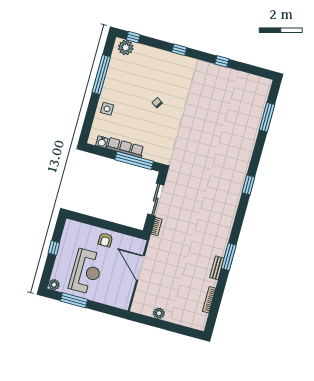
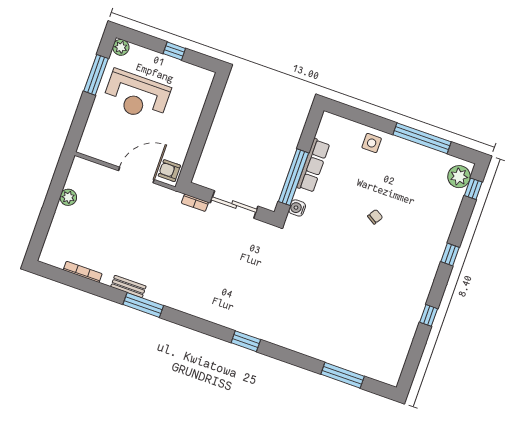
water cooler: (102, 142) -> (297, 208), moved
armchair: (105, 240) -> (169, 171), moved

